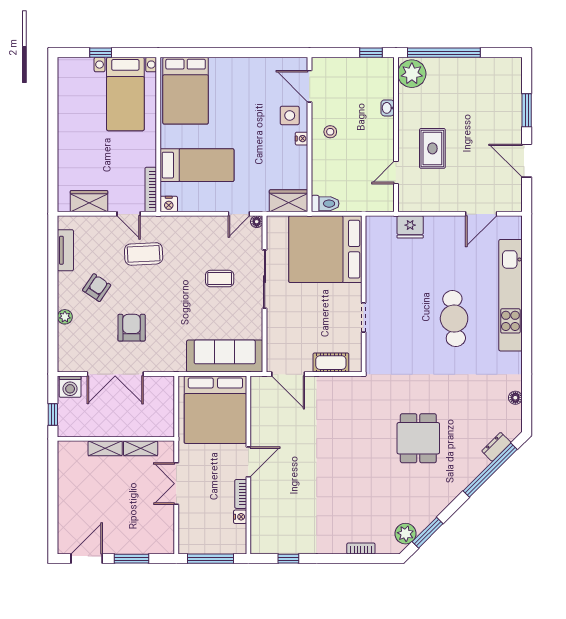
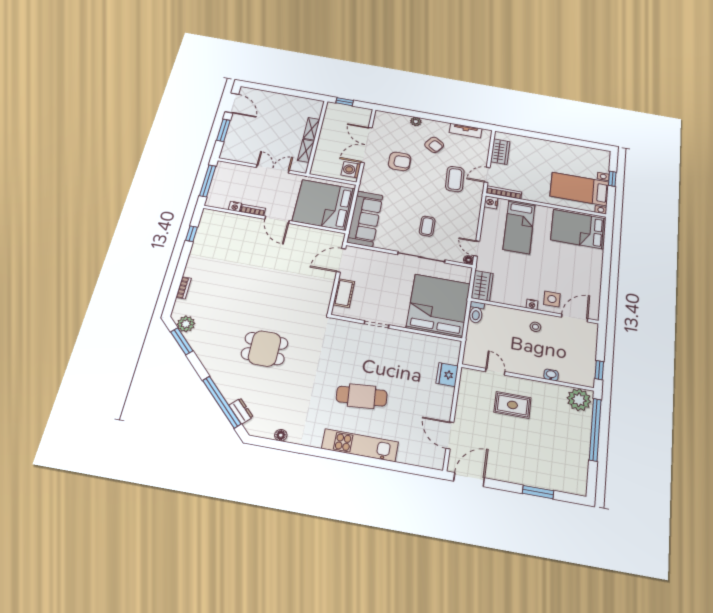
door: (527, 161) -> (469, 480), moved
kitchen unit: (510, 295) -> (360, 445), width x0.73
washing machine: (70, 387) -> (351, 170), moved

